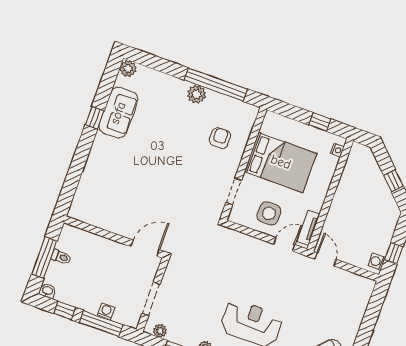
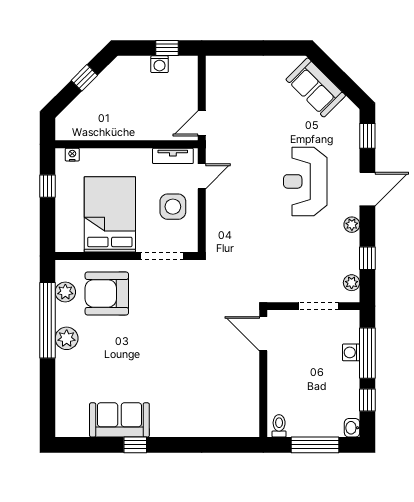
plant: (128, 69) -> (65, 292), moved
armchair: (220, 138) -> (107, 293), width x1.88, depth x1.88
doorway: (234, 191) -> (162, 256), width x1.38
door: (284, 244) -> (202, 176), swing flipped
toilet: (61, 257) -> (279, 426), moved
washing machine: (376, 262) -> (160, 64), moved

